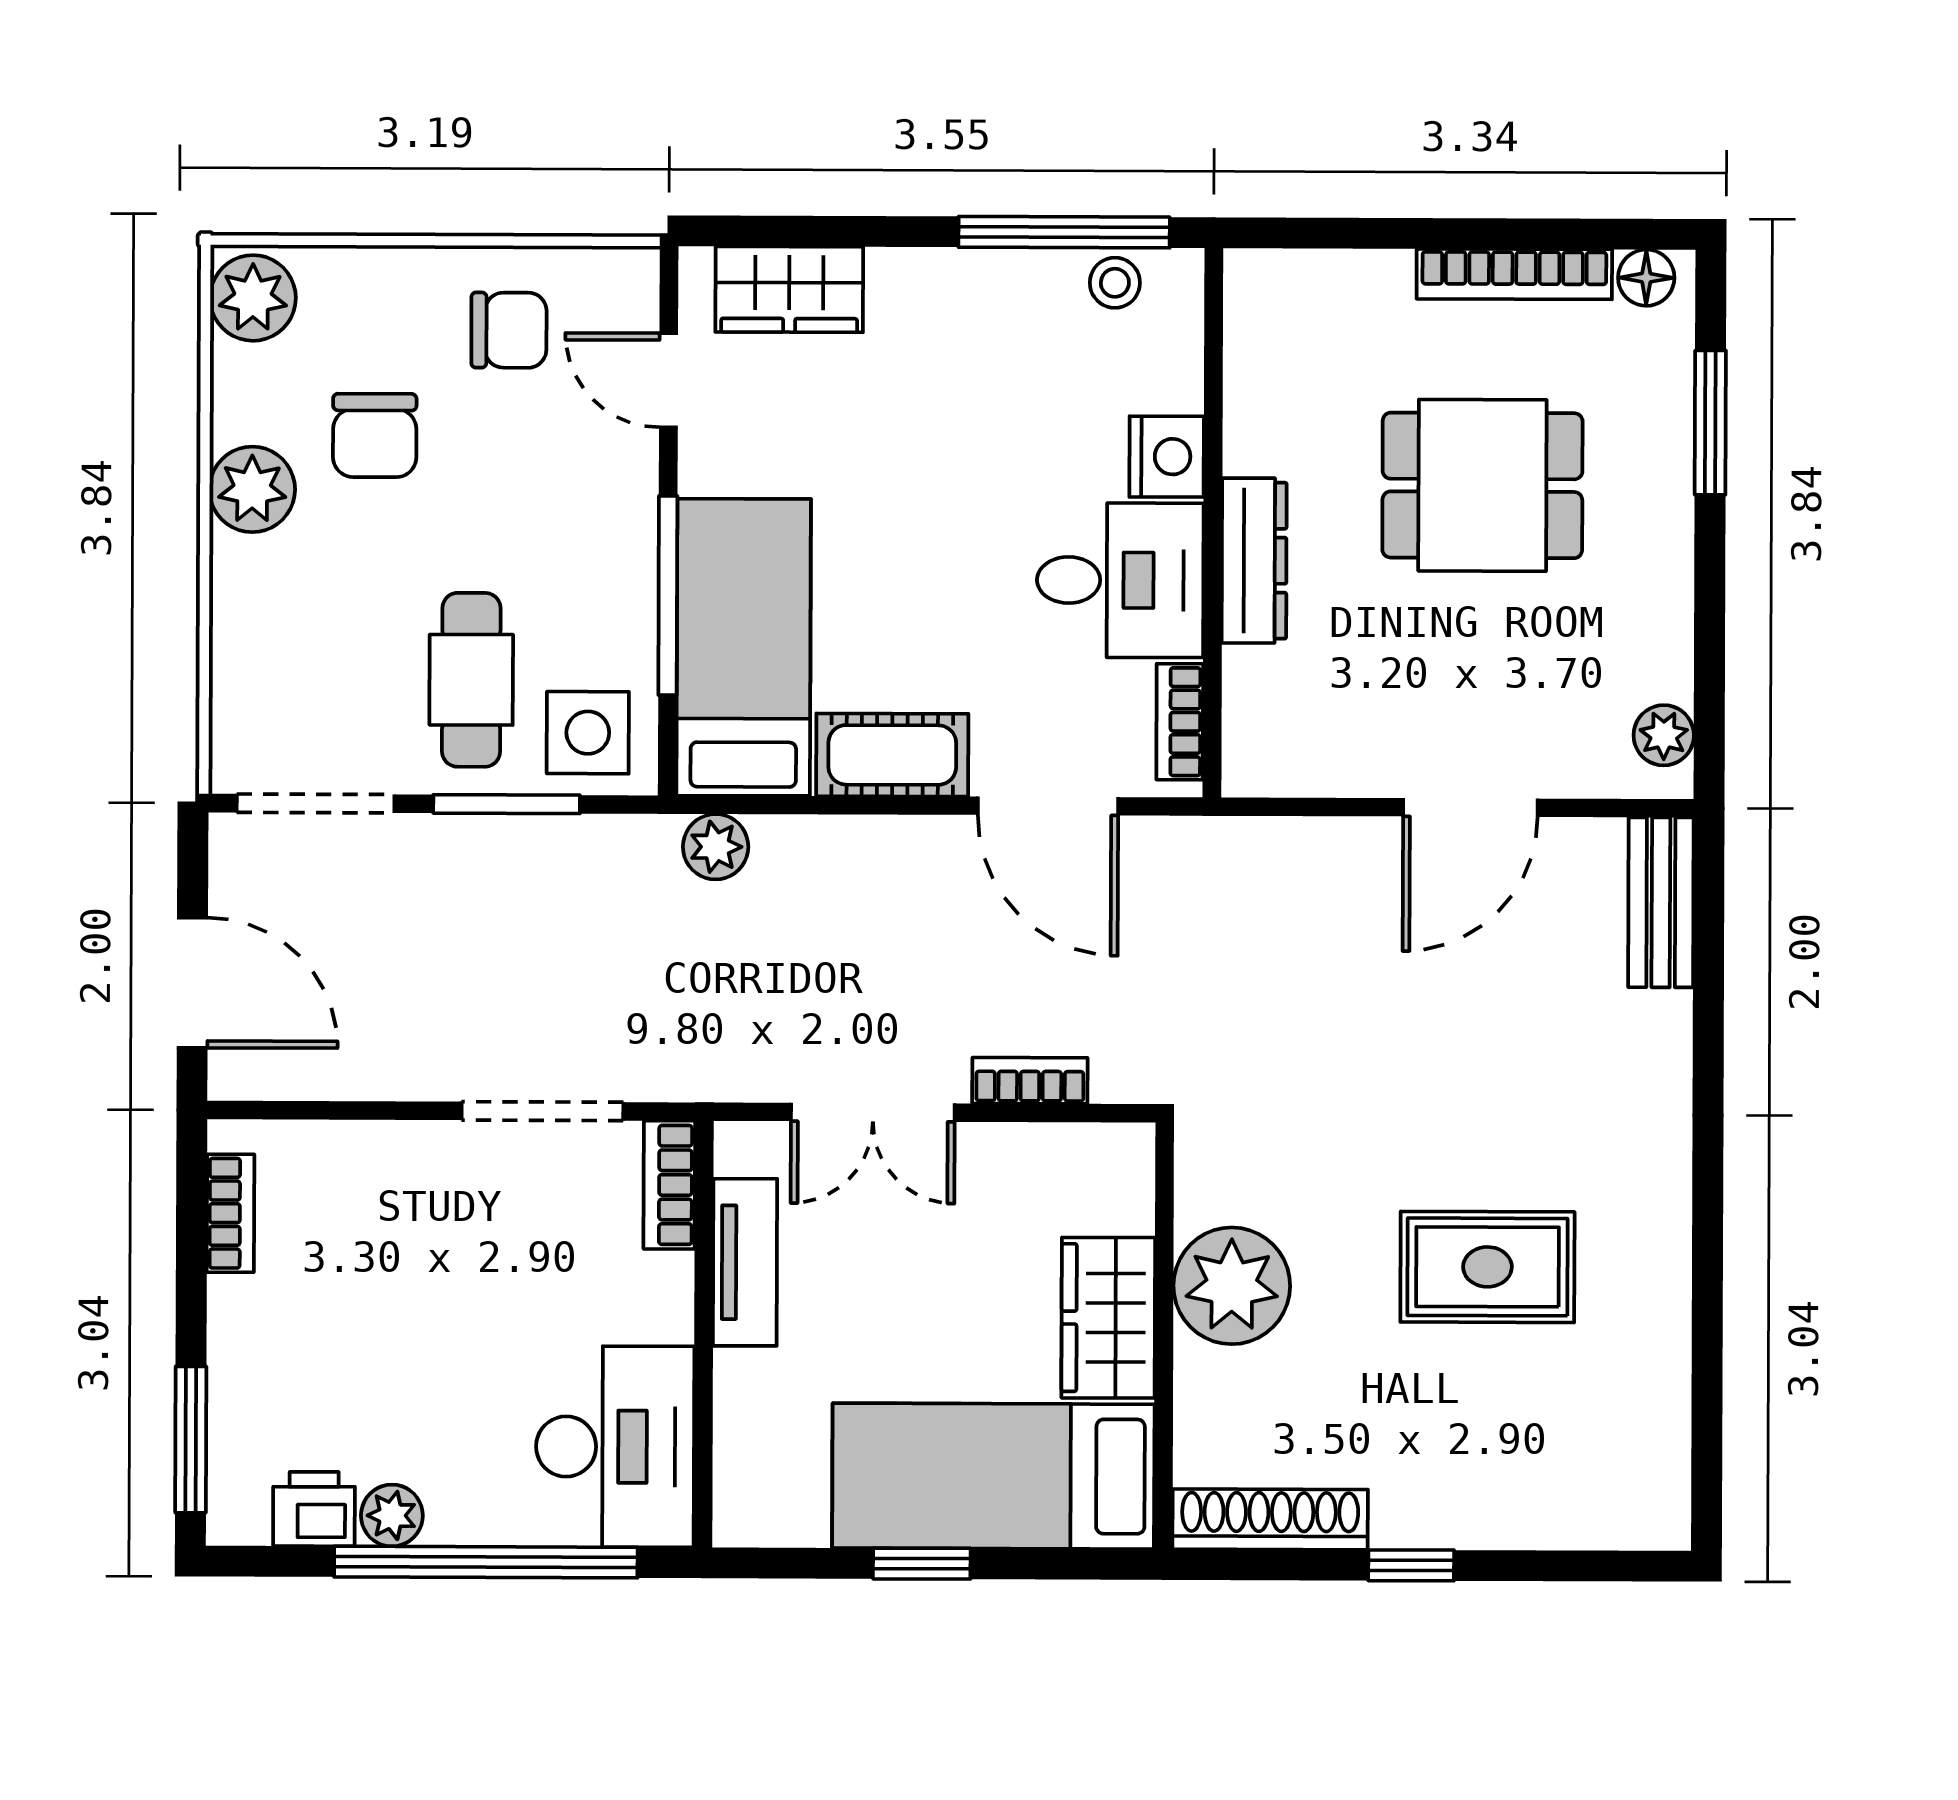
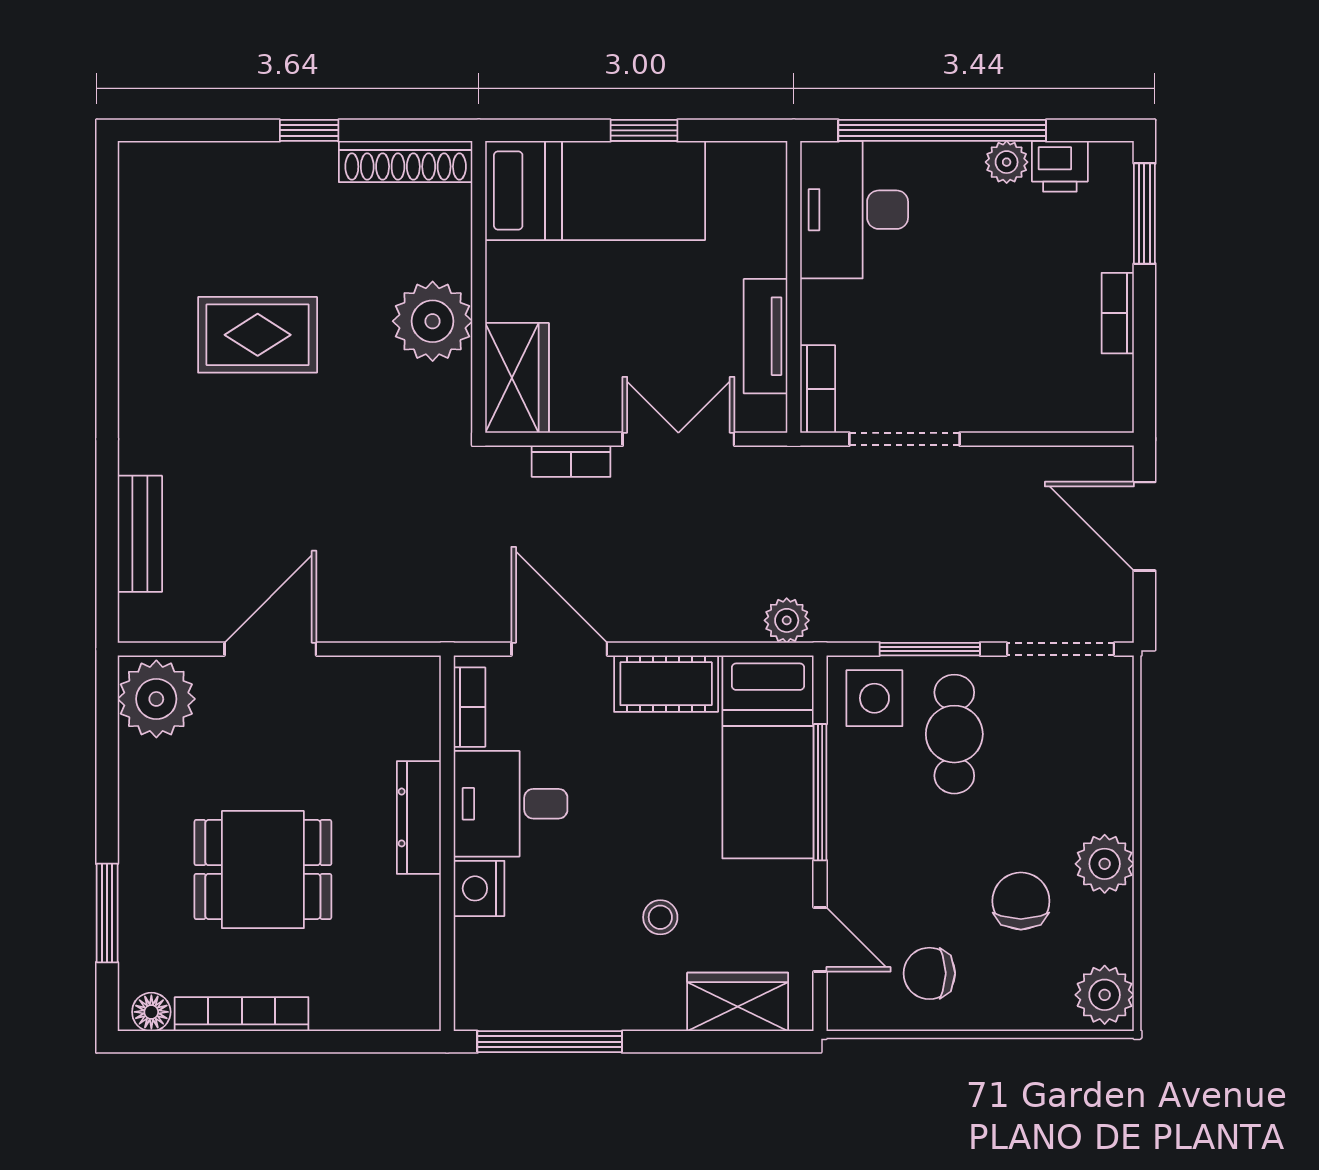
stool: (1115, 283) -> (660, 917), moved
plant: (1664, 735) -> (156, 699), width x1.87, depth x1.87
bench: (1661, 902) -> (140, 534), moved
bookcase: (230, 1213) -> (1118, 313), moved
wardrobe: (1108, 1318) -> (517, 378), moved

